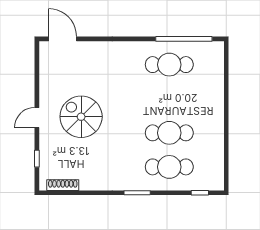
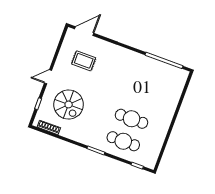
door: (63, 39) -> (84, 31), hinge flipped
cafe table: (169, 65) -> (148, 74), removed
rug: (77, 79) -> (84, 61), added
spiral stairs: (81, 117) -> (69, 104), moved, turned 180

